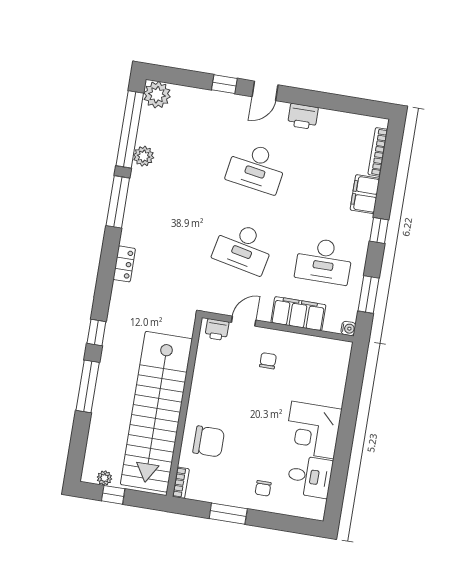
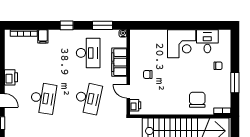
filing cabinet: (365, 194) -> (43, 36), width x0.50

